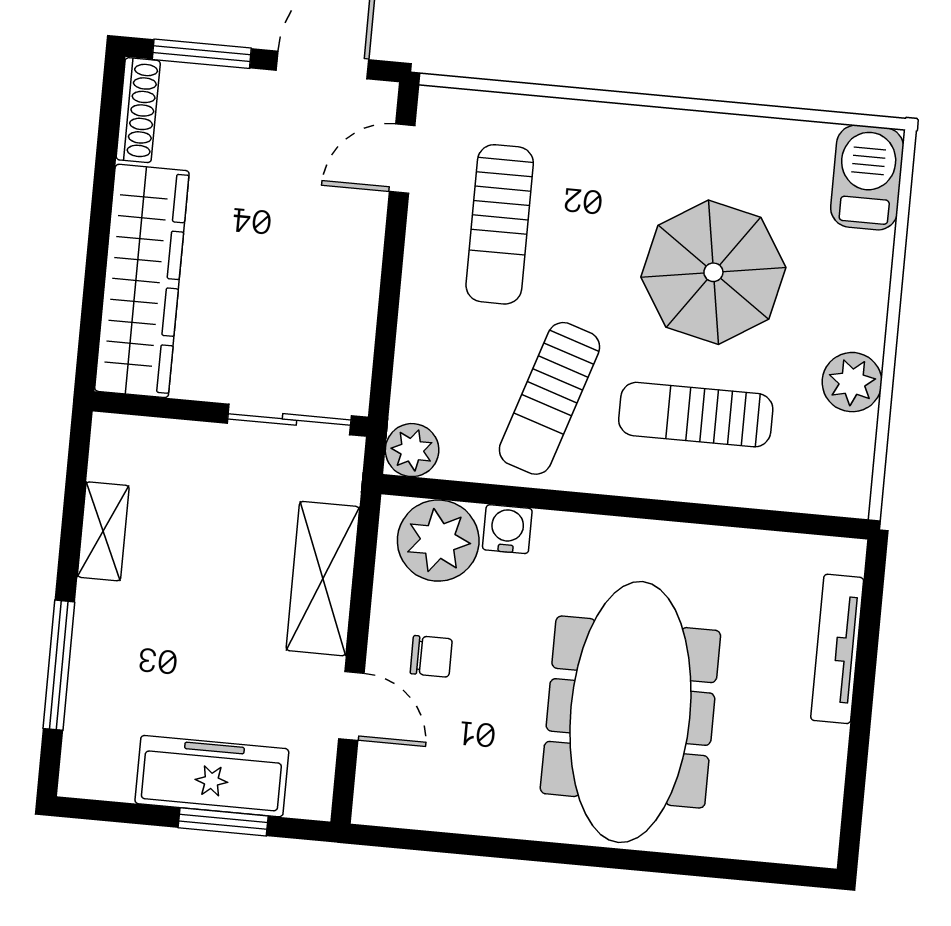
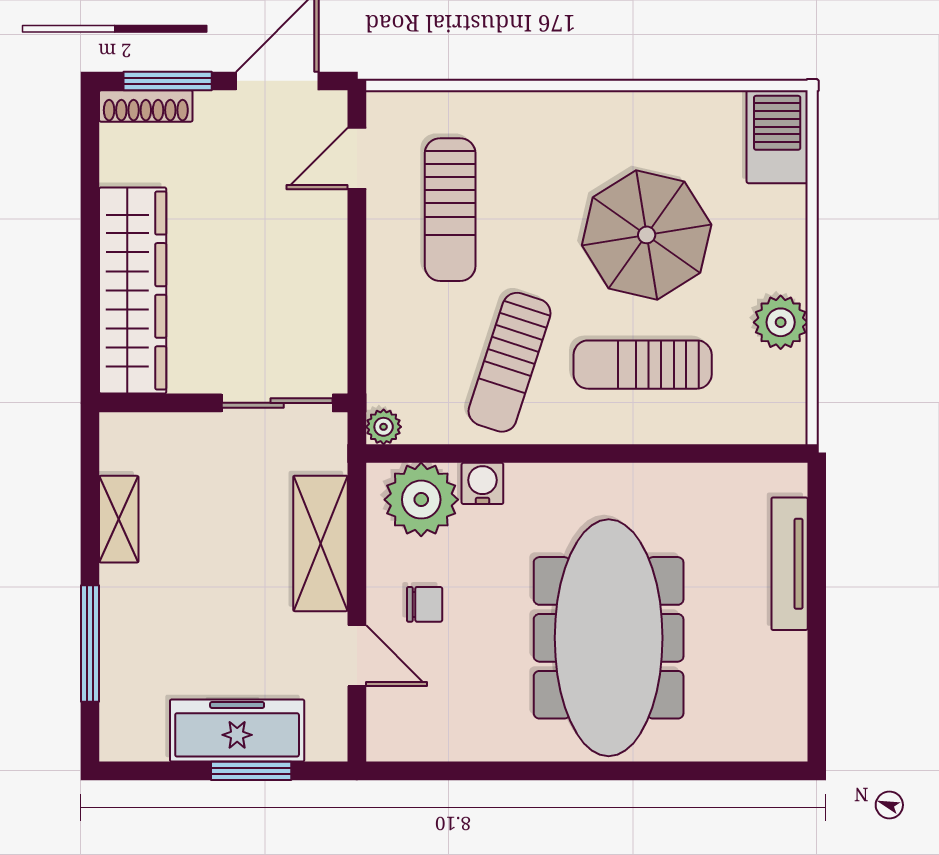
shoe rack: (138, 110) -> (146, 106), moved, turned 90
plant: (412, 450) -> (384, 427), width x0.73, depth x0.73

